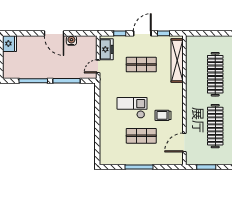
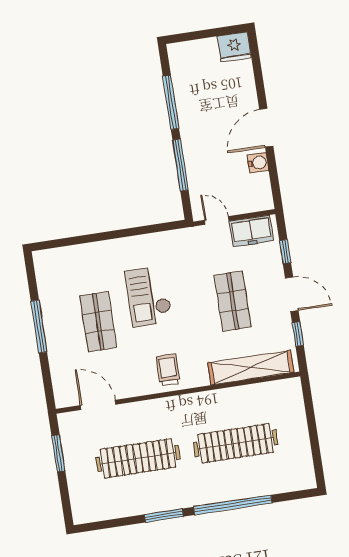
checkout: (132, 108) -> (149, 296), turned 180
trolley: (163, 115) -> (168, 370), moved

